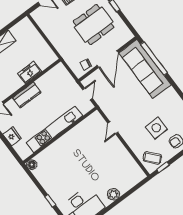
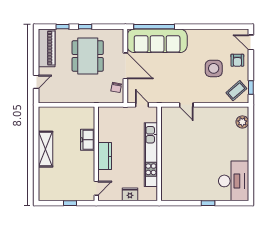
floor lamp: (32, 165) -> (166, 196), removed
plant: (114, 194) -> (242, 122), moved

